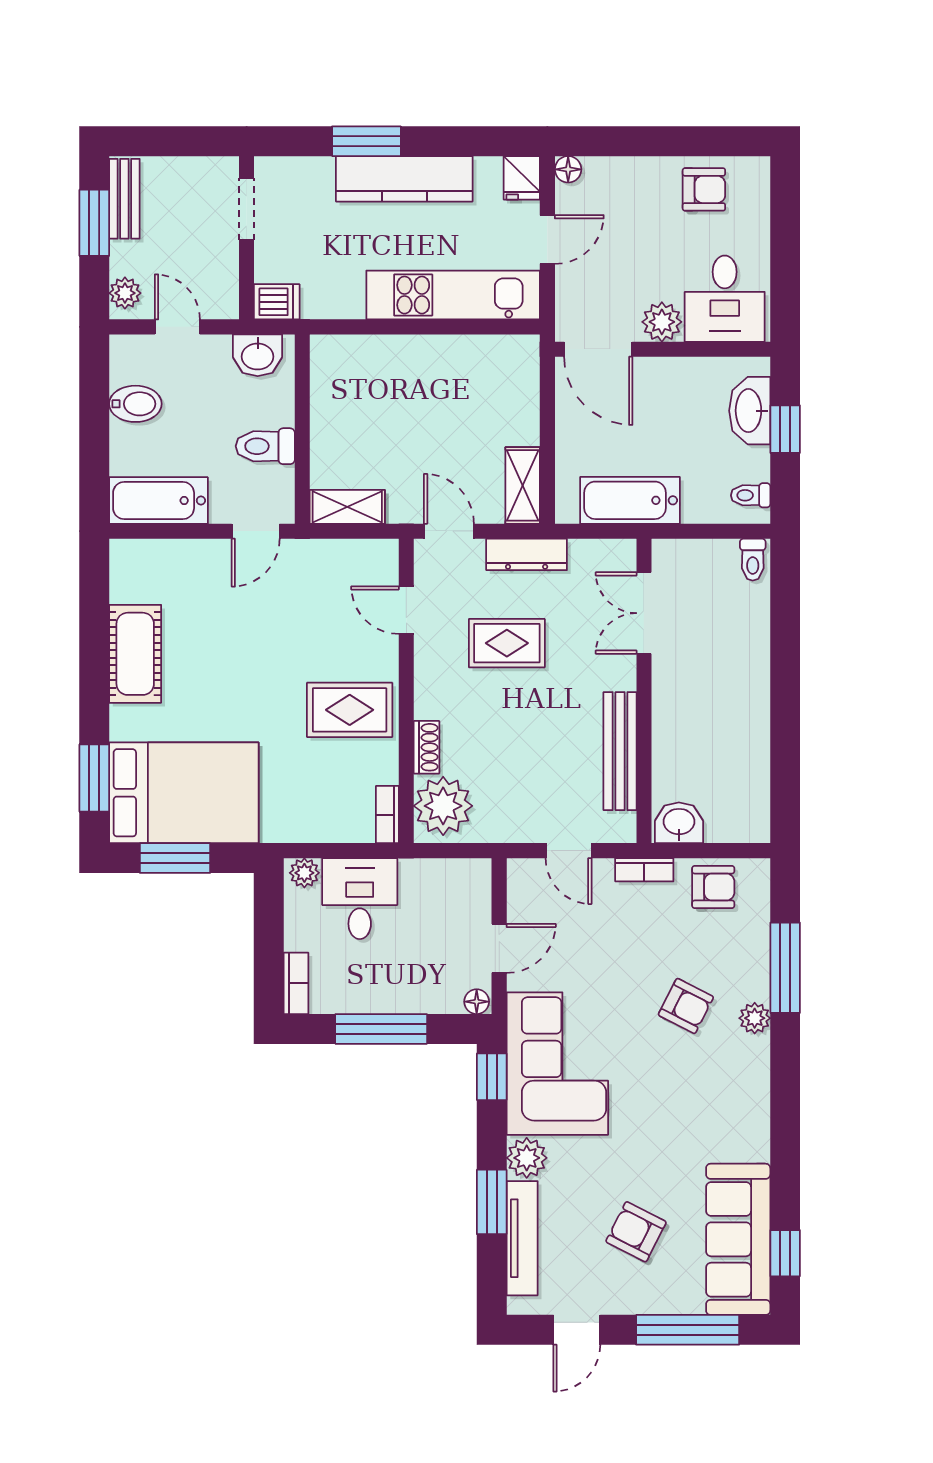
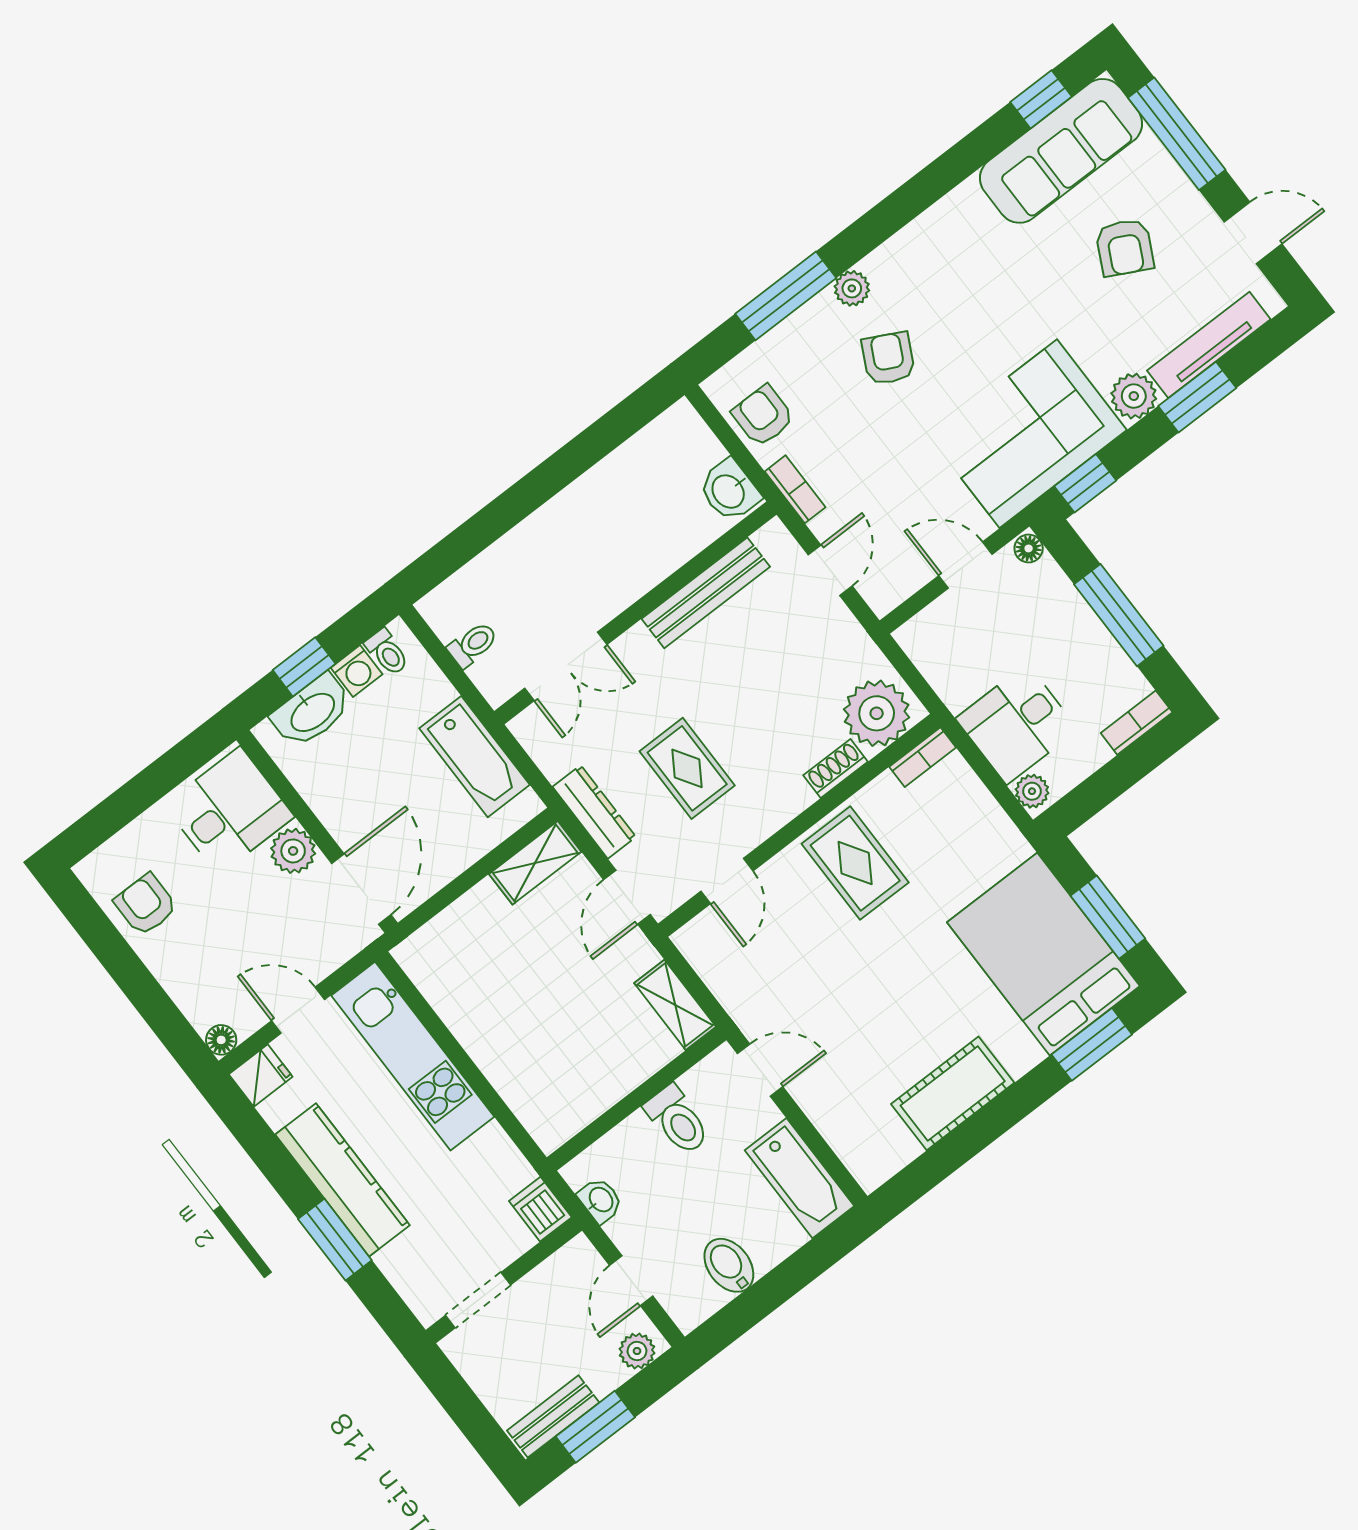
washbasin: (258, 355) -> (600, 1200), width x0.72, depth x0.69
washing machine: (754, 464) -> (357, 671), added
toilet: (753, 560) -> (473, 644), moved

